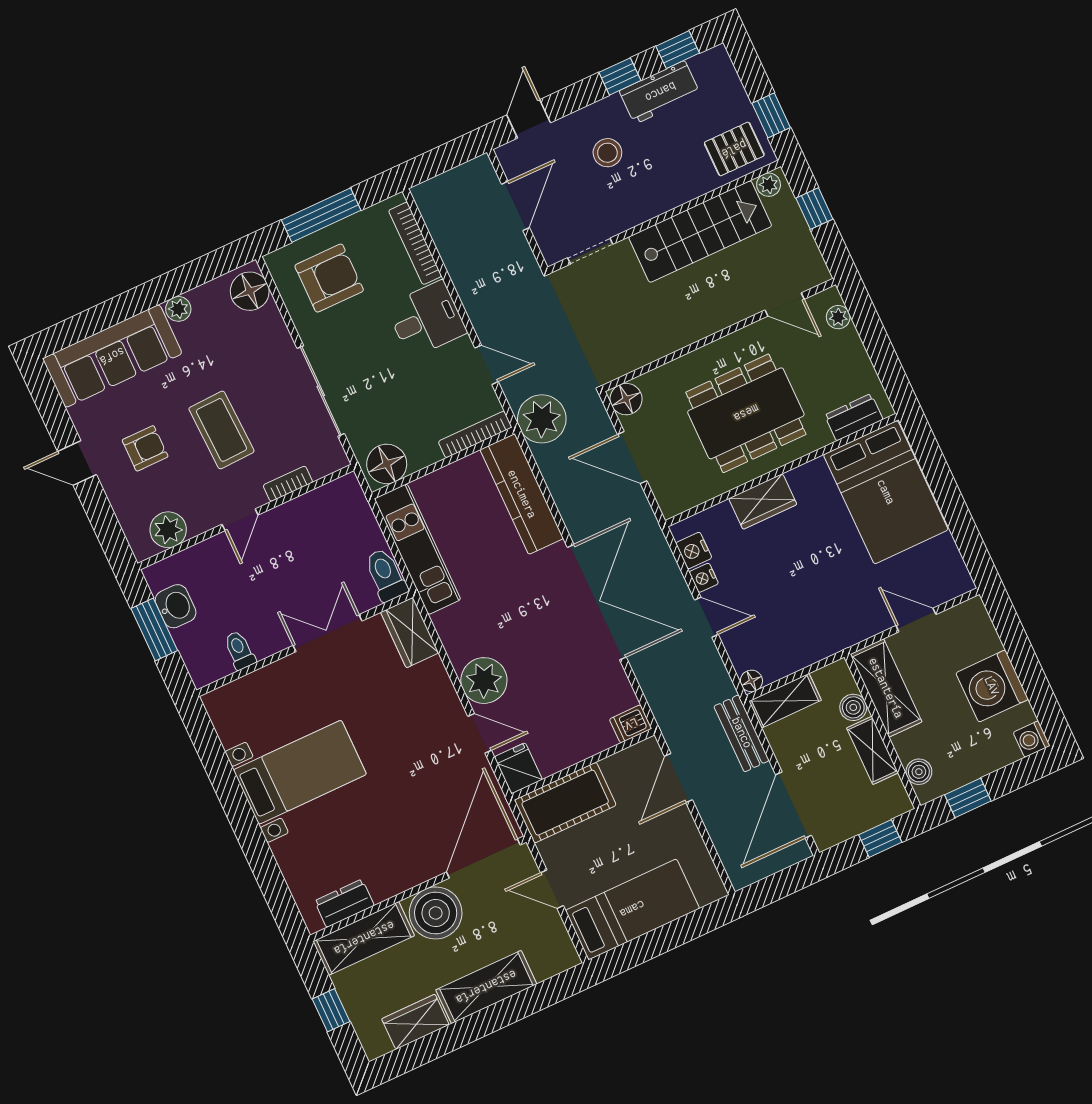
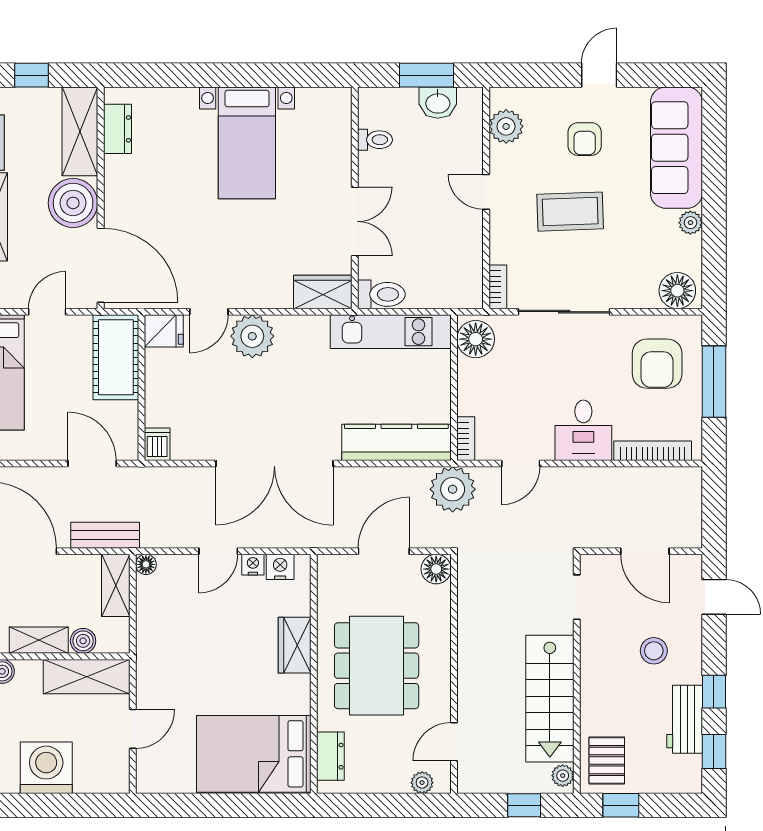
bookcase: (475, 434) -> (466, 439), width x0.64
bookcase: (288, 484) -> (498, 287), moved

